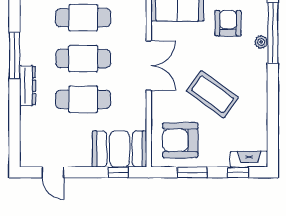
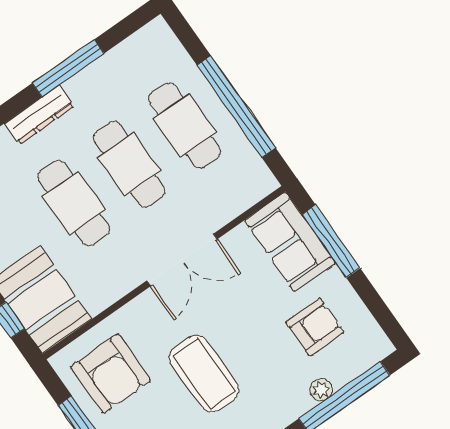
coffee table: (213, 94) -> (204, 374), turned -36
armchair: (180, 140) -> (111, 374), turned 180

